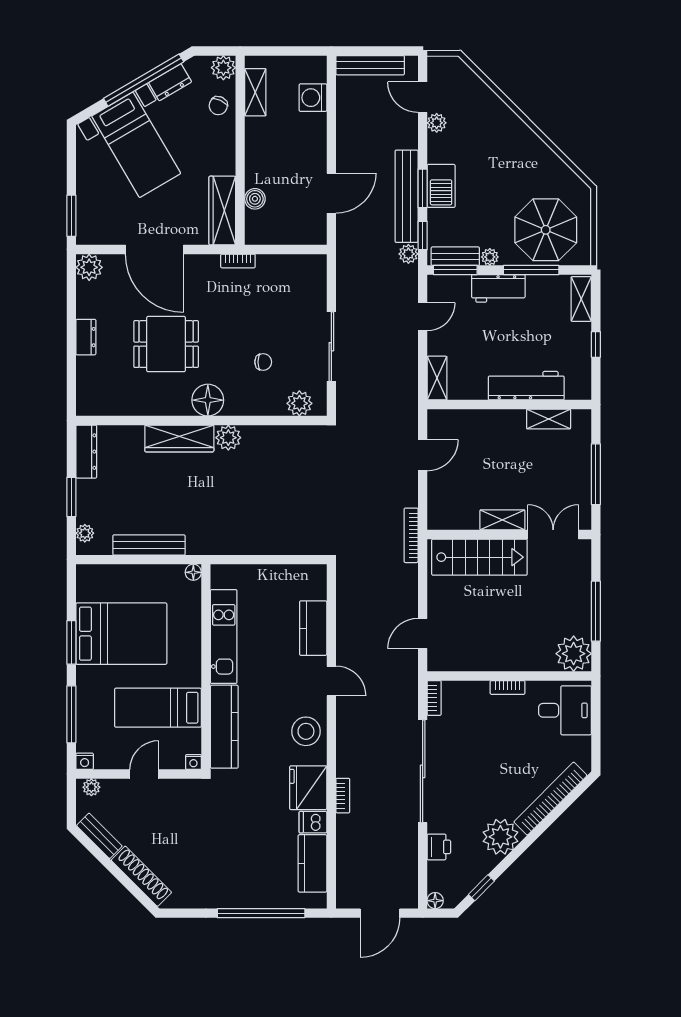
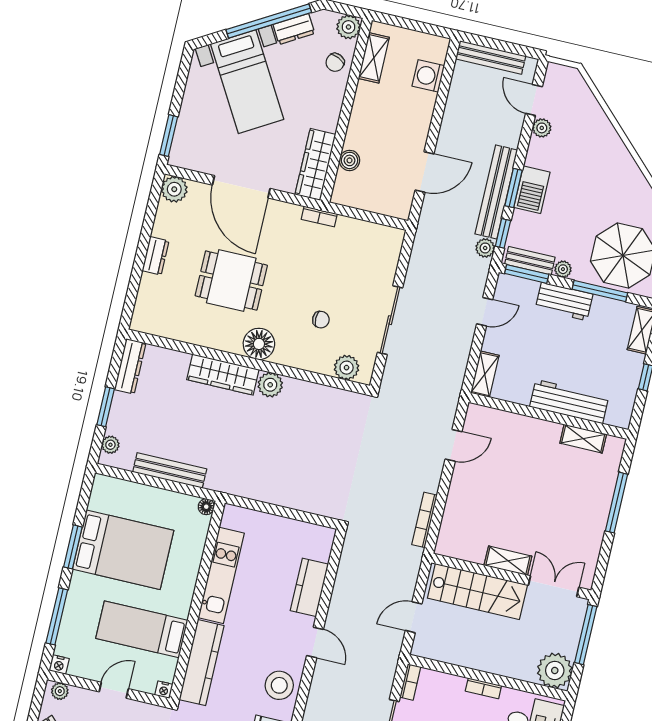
shelving: (502, 520) -> (508, 561), moved
wall: (509, 535) -> (511, 576), moved
double door: (553, 535) -> (554, 586), moved
stairs: (479, 557) -> (477, 592), moved

